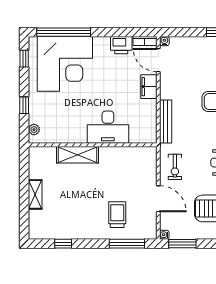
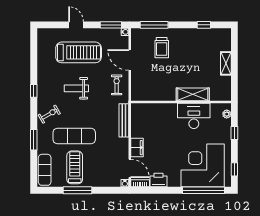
desk: (108, 127) -> (194, 116), moved

